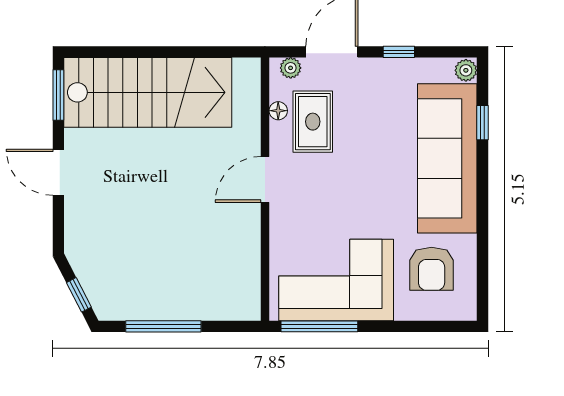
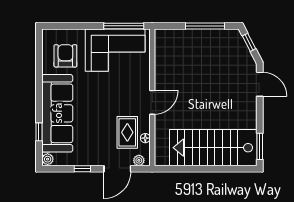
door: (58, 172) -> (260, 84), moved

